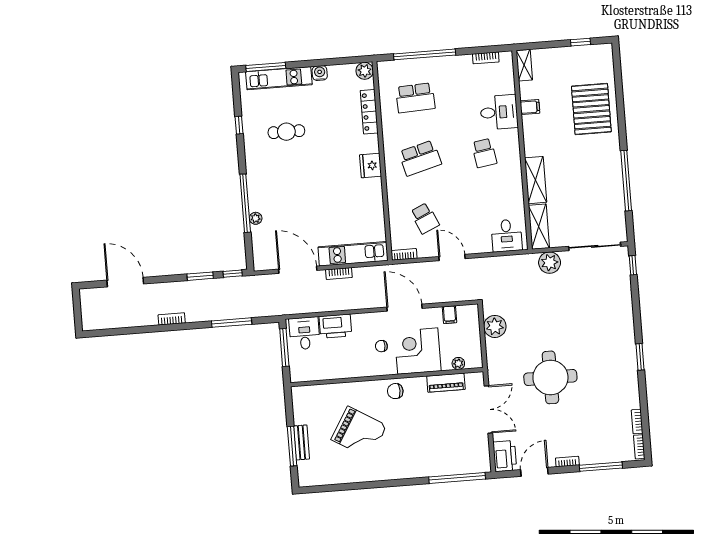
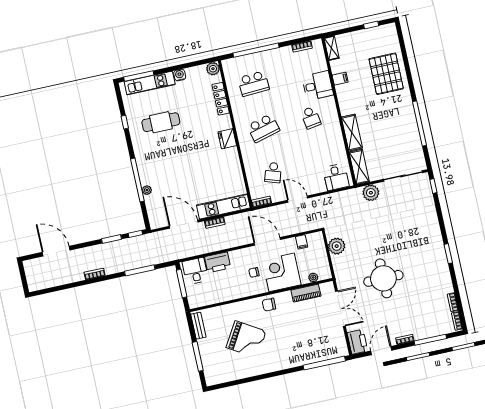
cafe table: (286, 132) -> (161, 122), width x1.37, depth x1.35
school desk: (425, 218) -> (273, 173), turned 42
bench: (302, 442) -> (198, 326), moved

